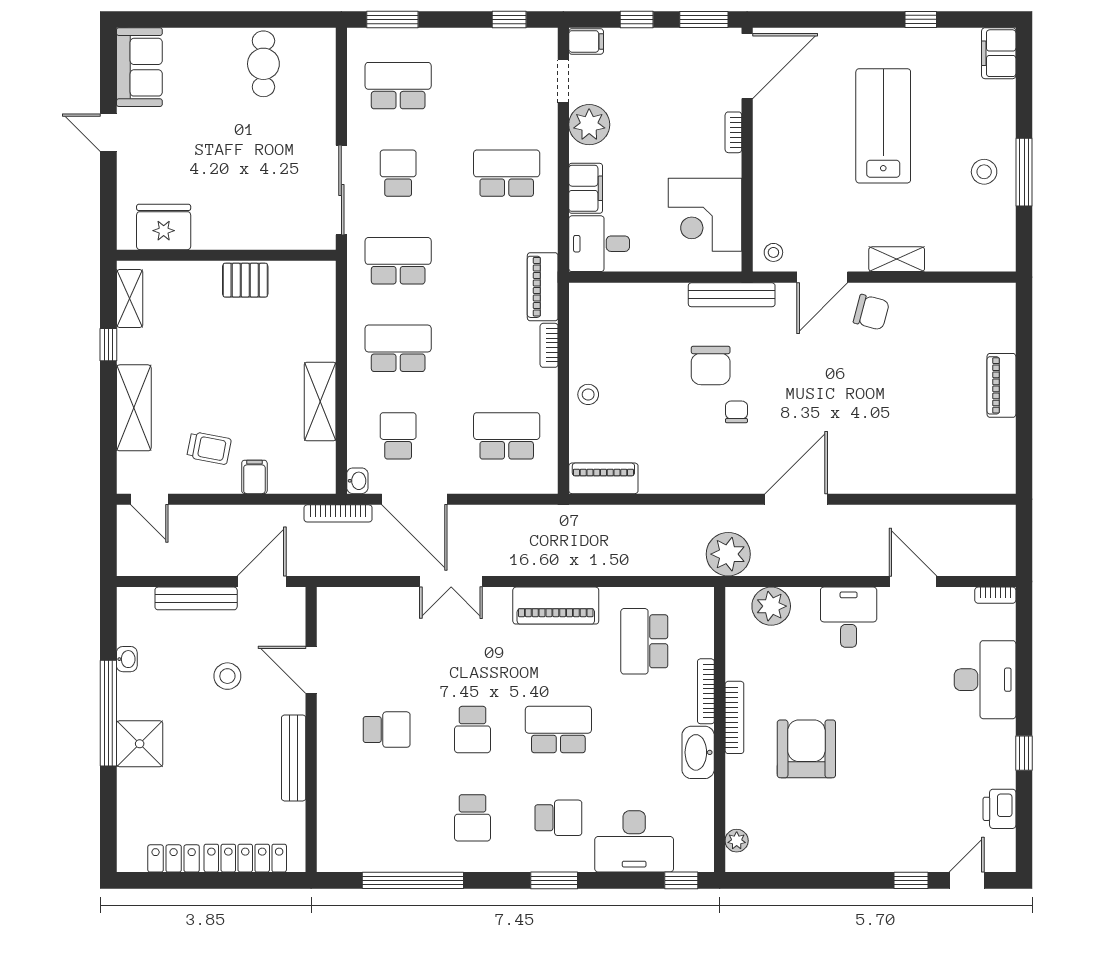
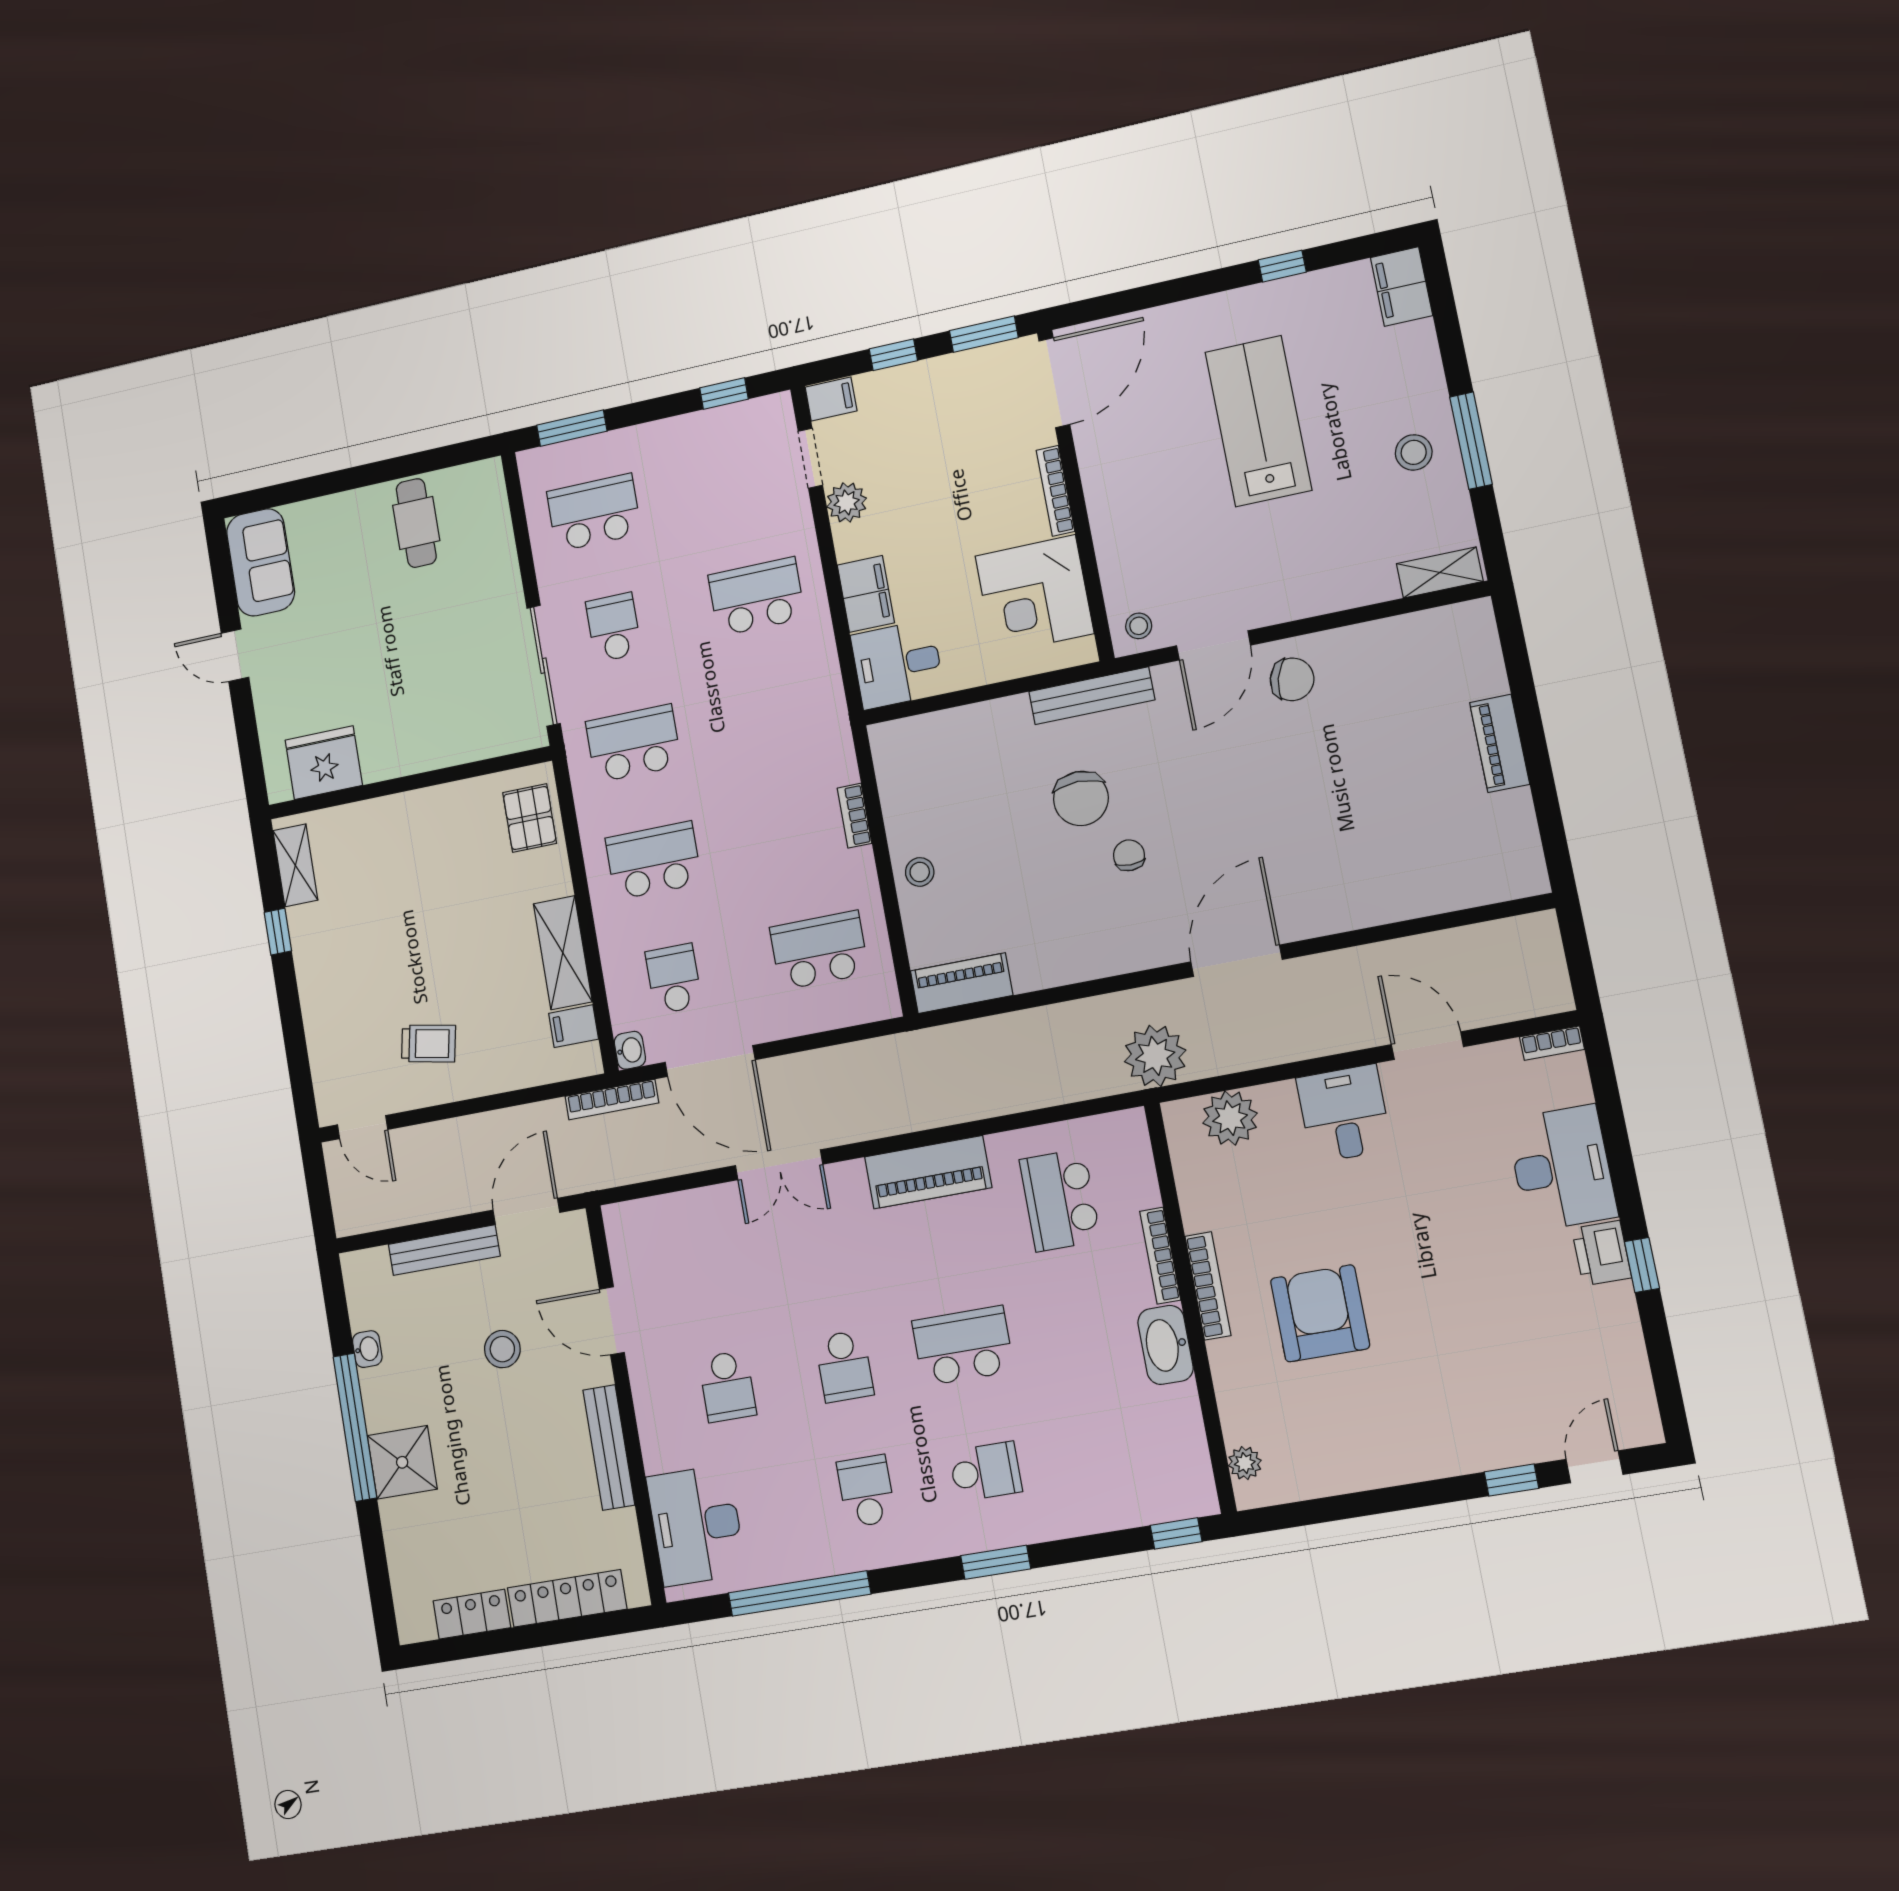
plant: (589, 125) -> (847, 502), width x0.73, depth x0.73
bookcase: (733, 132) -> (1055, 491), width x1.56
shelving: (897, 259) -> (1440, 572), moved
pallet: (245, 280) -> (530, 818), moved, turned 90
piano: (543, 287) -> (832, 738), removed
shelving: (134, 408) -> (323, 1009), removed
filing cabinet: (254, 477) -> (574, 1026), moved, turned -90
school desk: (387, 730) -> (727, 1386), turned 90
printer: (1000, 809) -> (1602, 1253), moved
school desk: (473, 818) -> (866, 1491), turned 180
desk: (634, 841) -> (696, 1525), moved, turned 90

